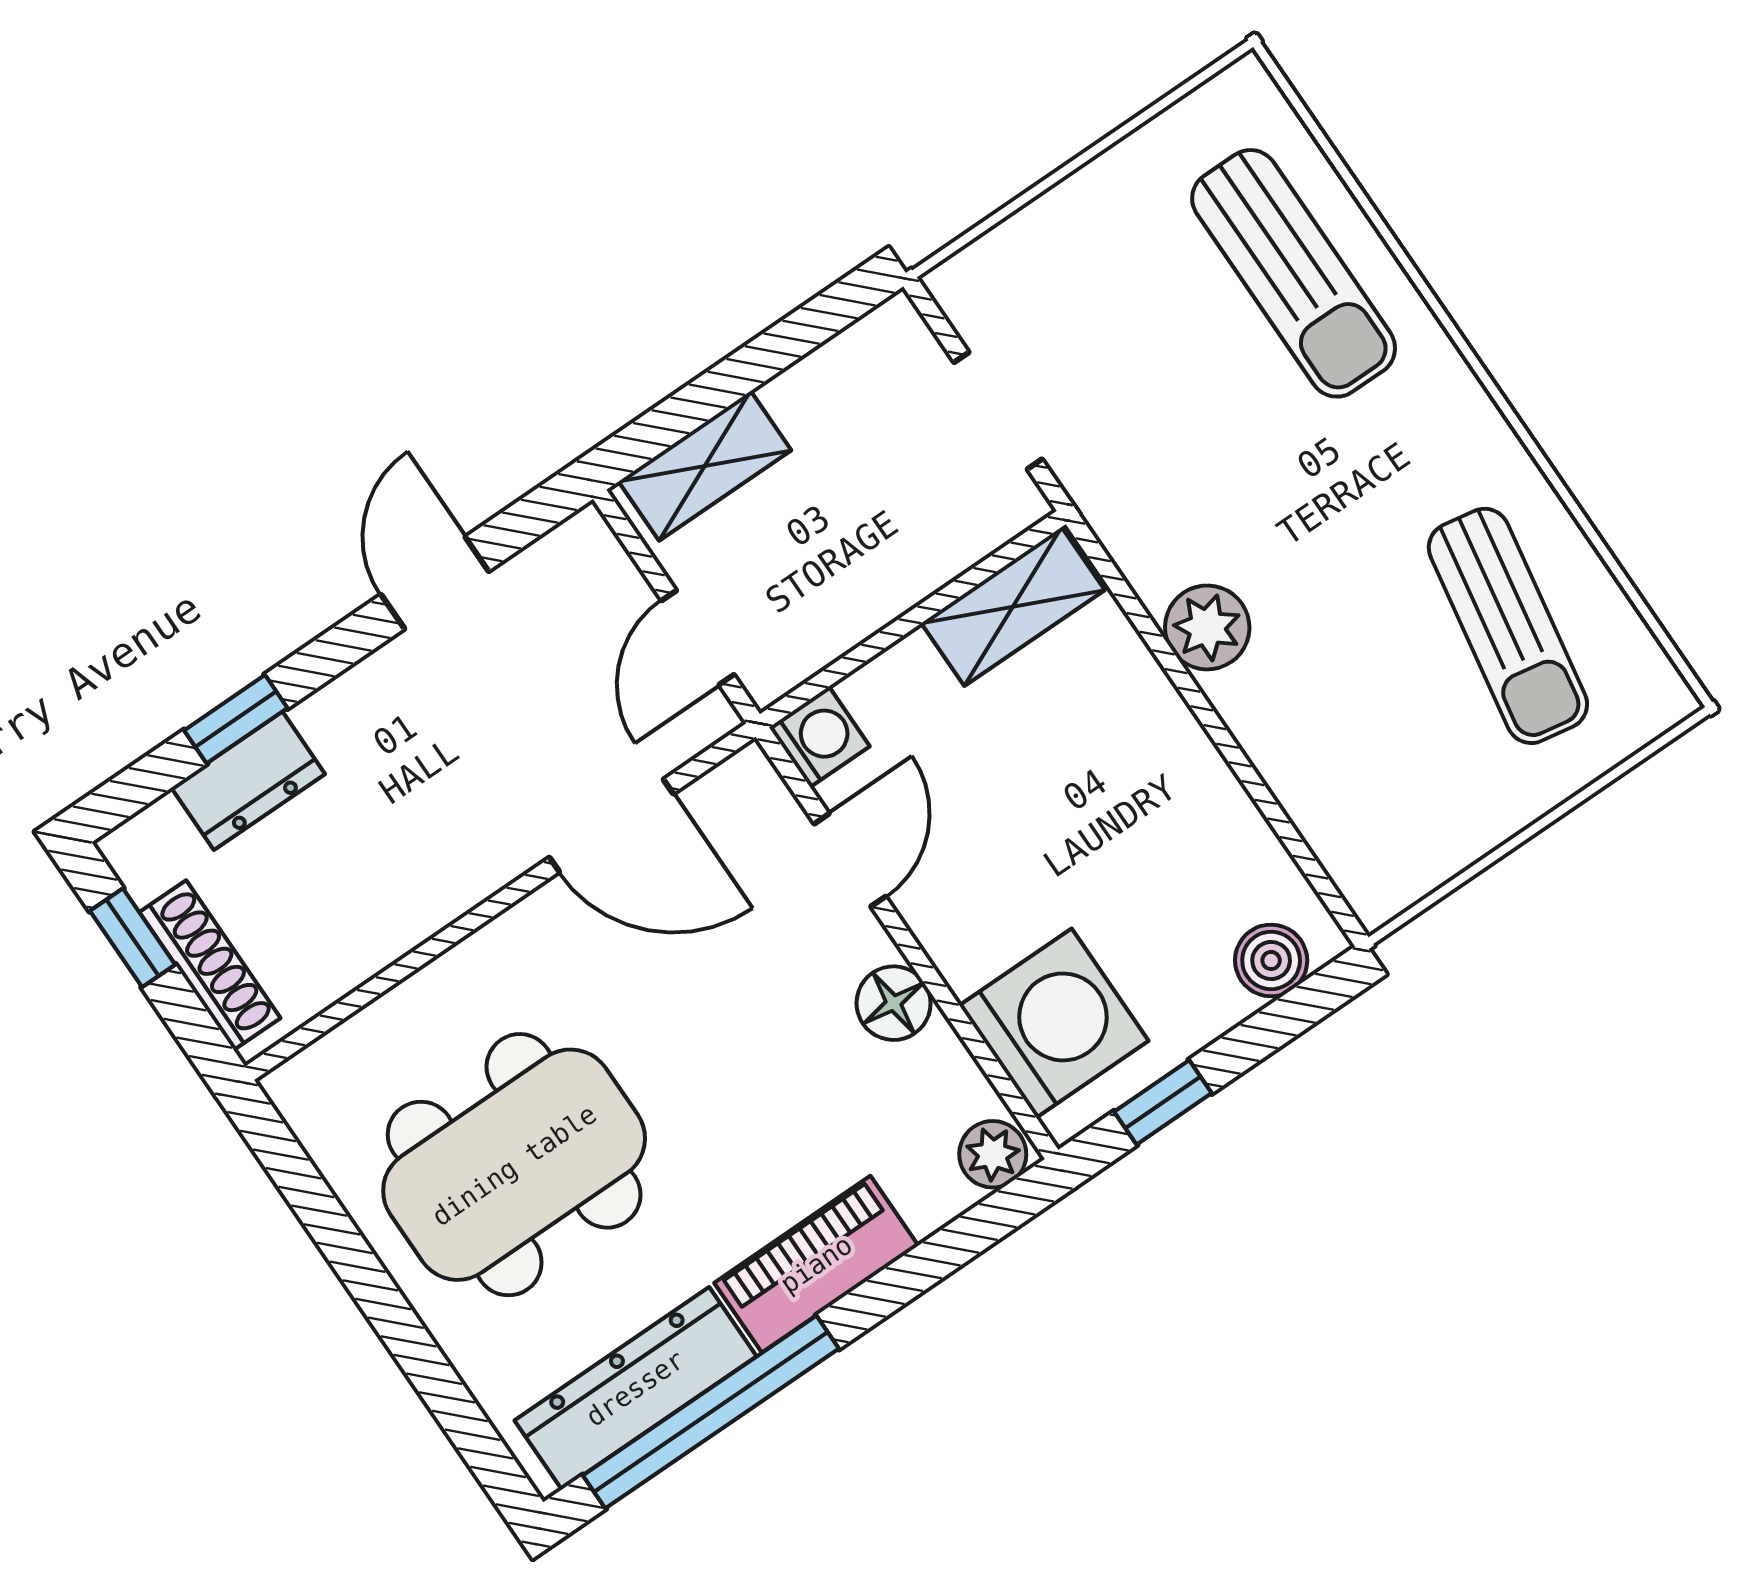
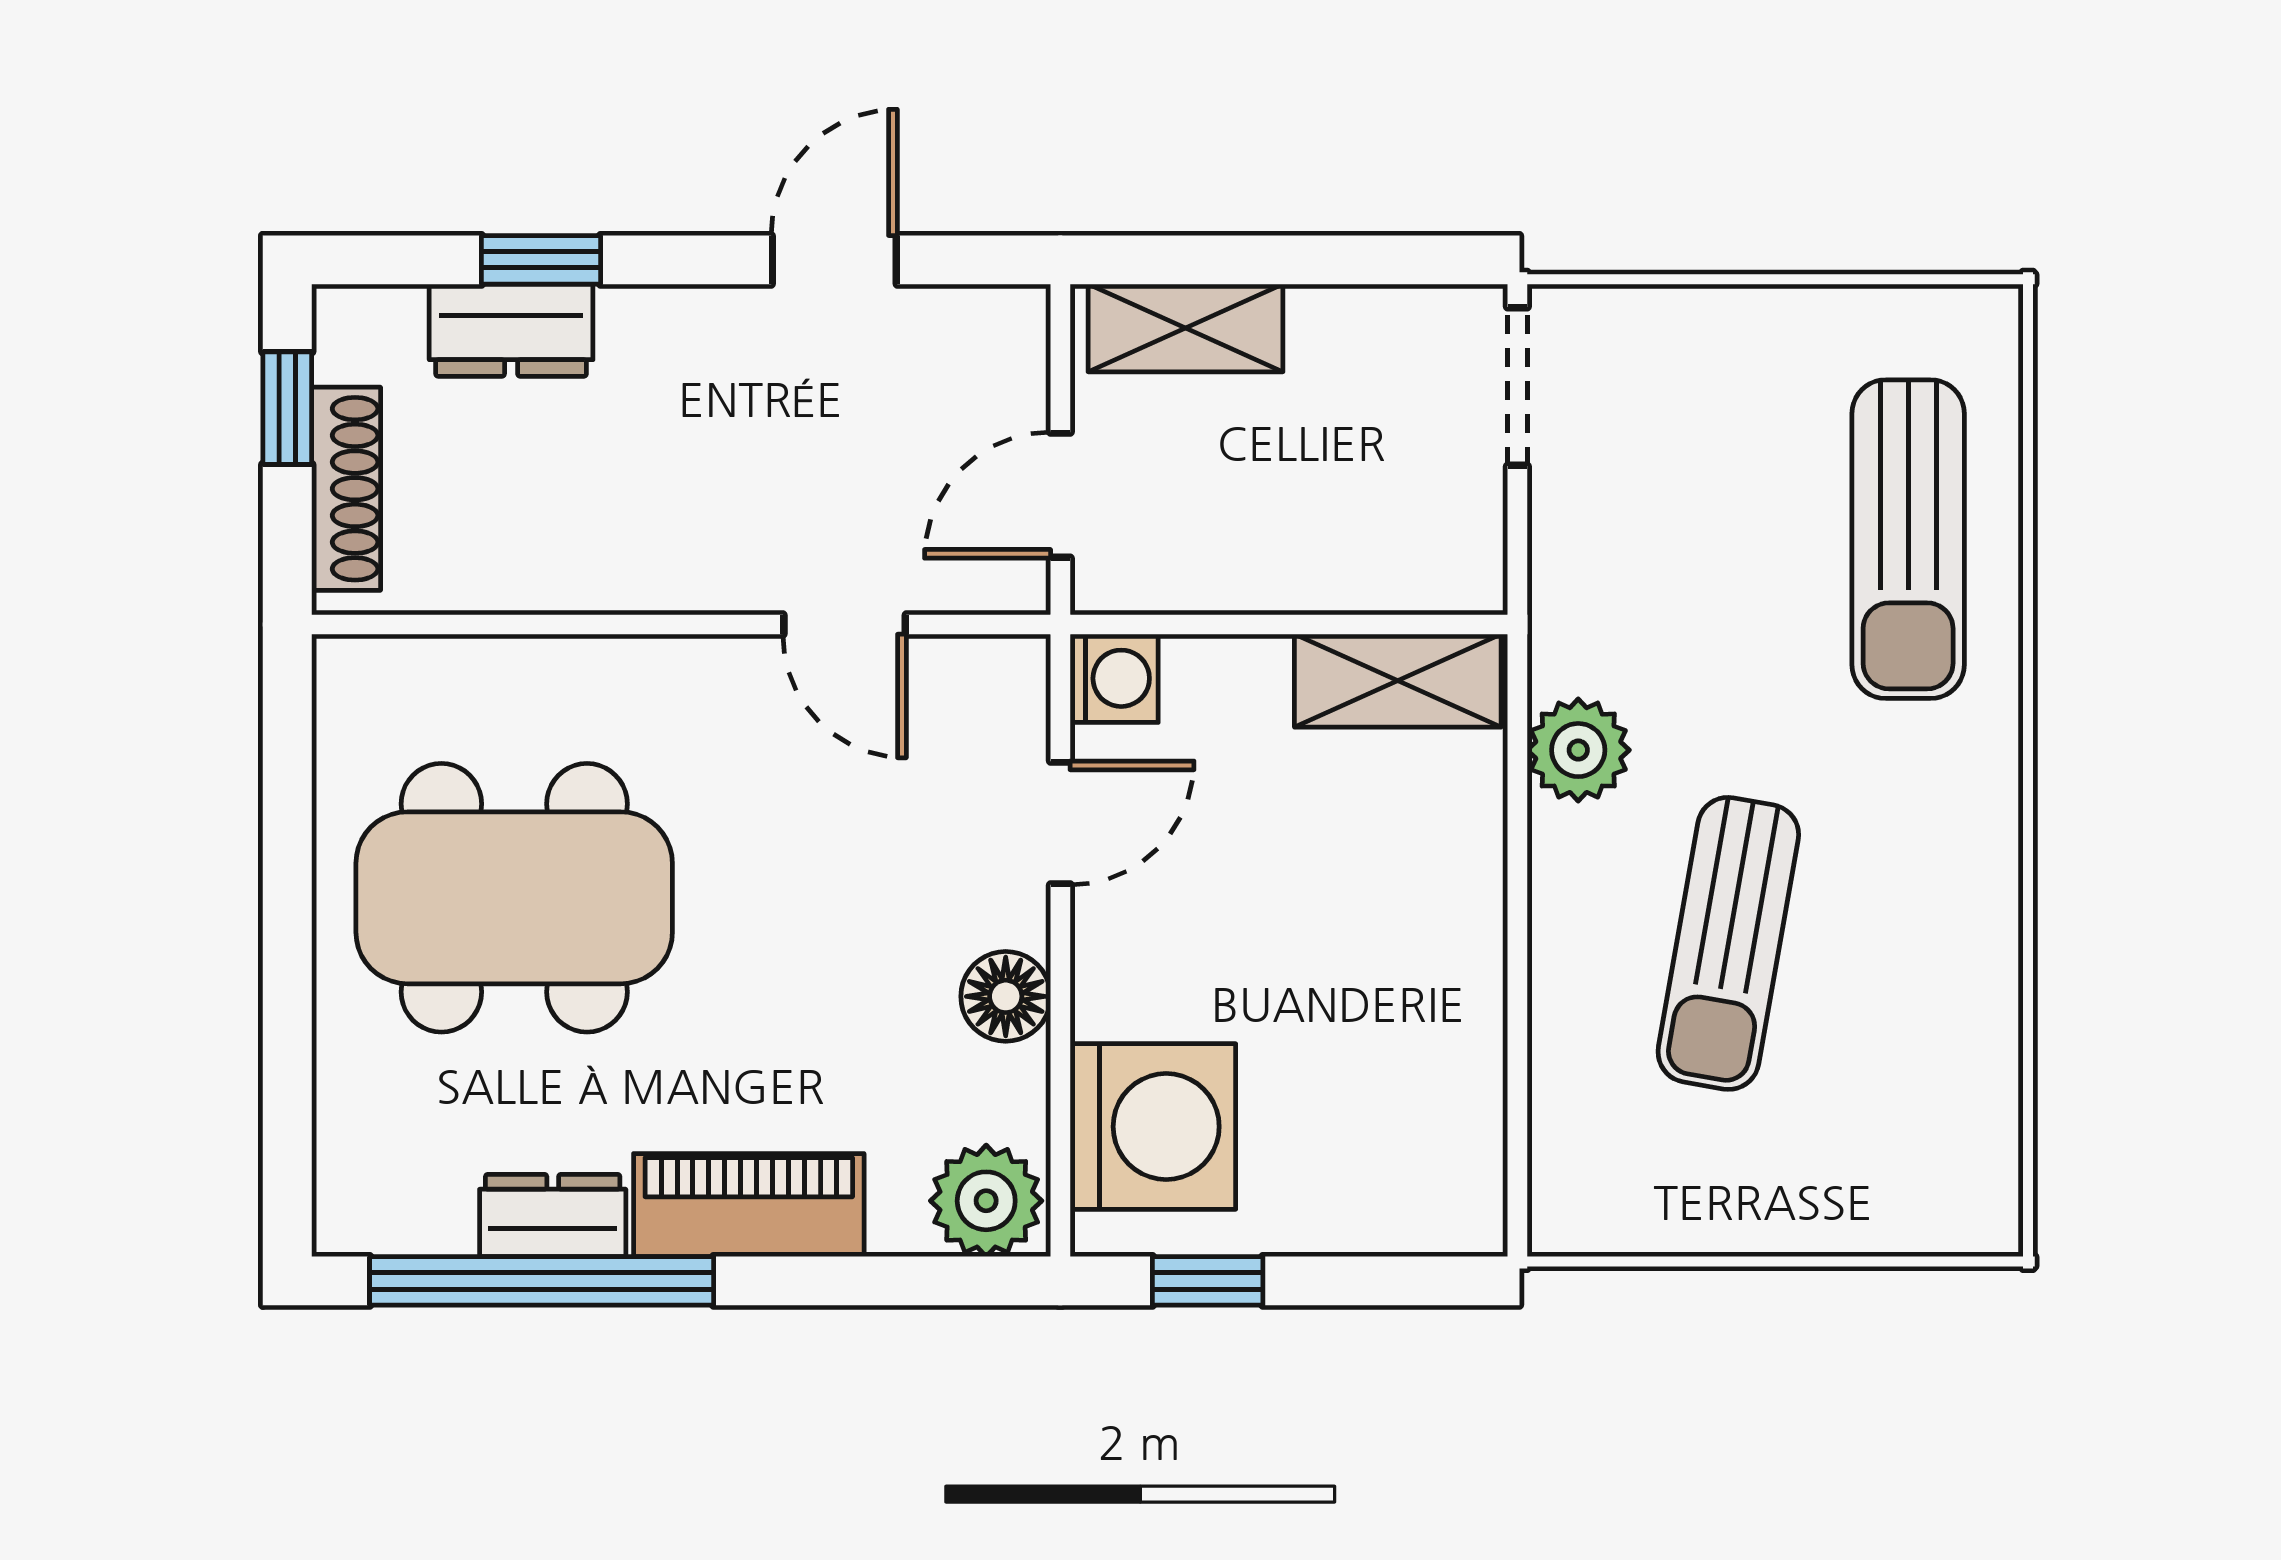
doorway: (998, 411) -> (1517, 386), moved
sun lounger: (1508, 626) -> (1728, 943), moved
plant: (1207, 627) -> (1578, 750), moved
door: (611, 826) -> (845, 625), width x0.73
boiler: (1271, 960) -> (1414, 1213), removed
plant: (993, 1154) -> (986, 1201), width x1.38, depth x1.38
dresser: (635, 1388) -> (553, 1215), width x0.51, depth x0.80

